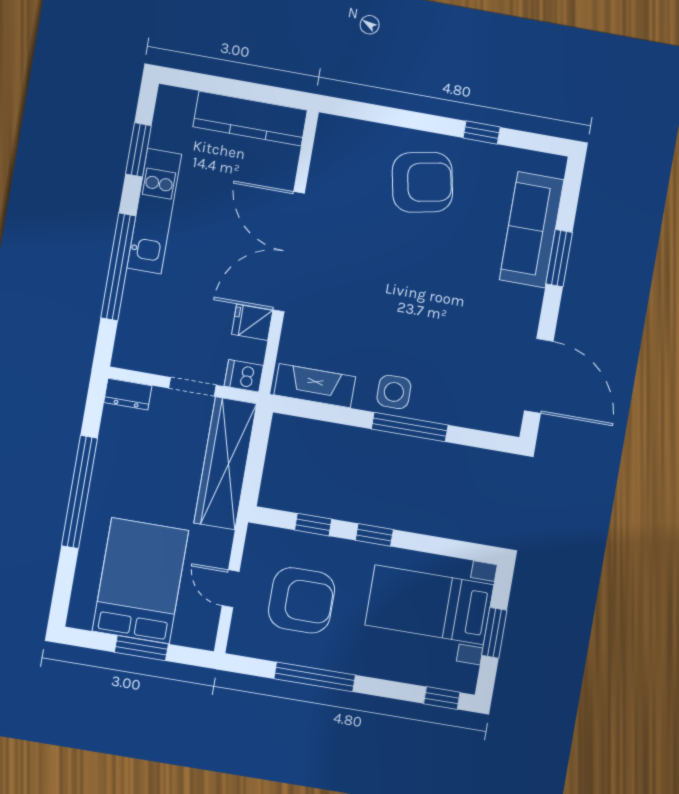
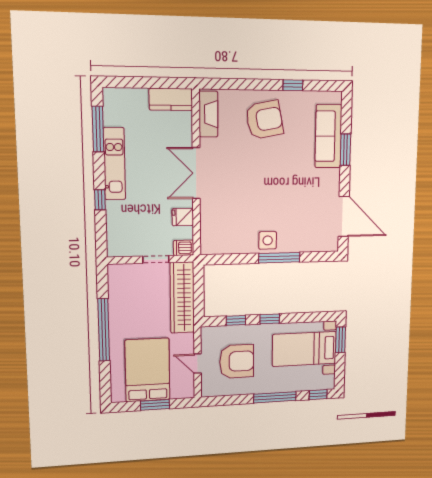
kitchen counter: (250, 118) -> (171, 99), width x0.67
window: (138, 150) -> (98, 129), width x1.44
double door: (289, 252) -> (196, 173), width x0.73
window: (118, 267) -> (100, 200), width x0.32
fireplace: (315, 386) -> (208, 114), moved, turned 90
dresser: (128, 394) -> (120, 271), removed
window: (494, 633) -> (340, 340), moved
window: (315, 677) -> (275, 397), moved

